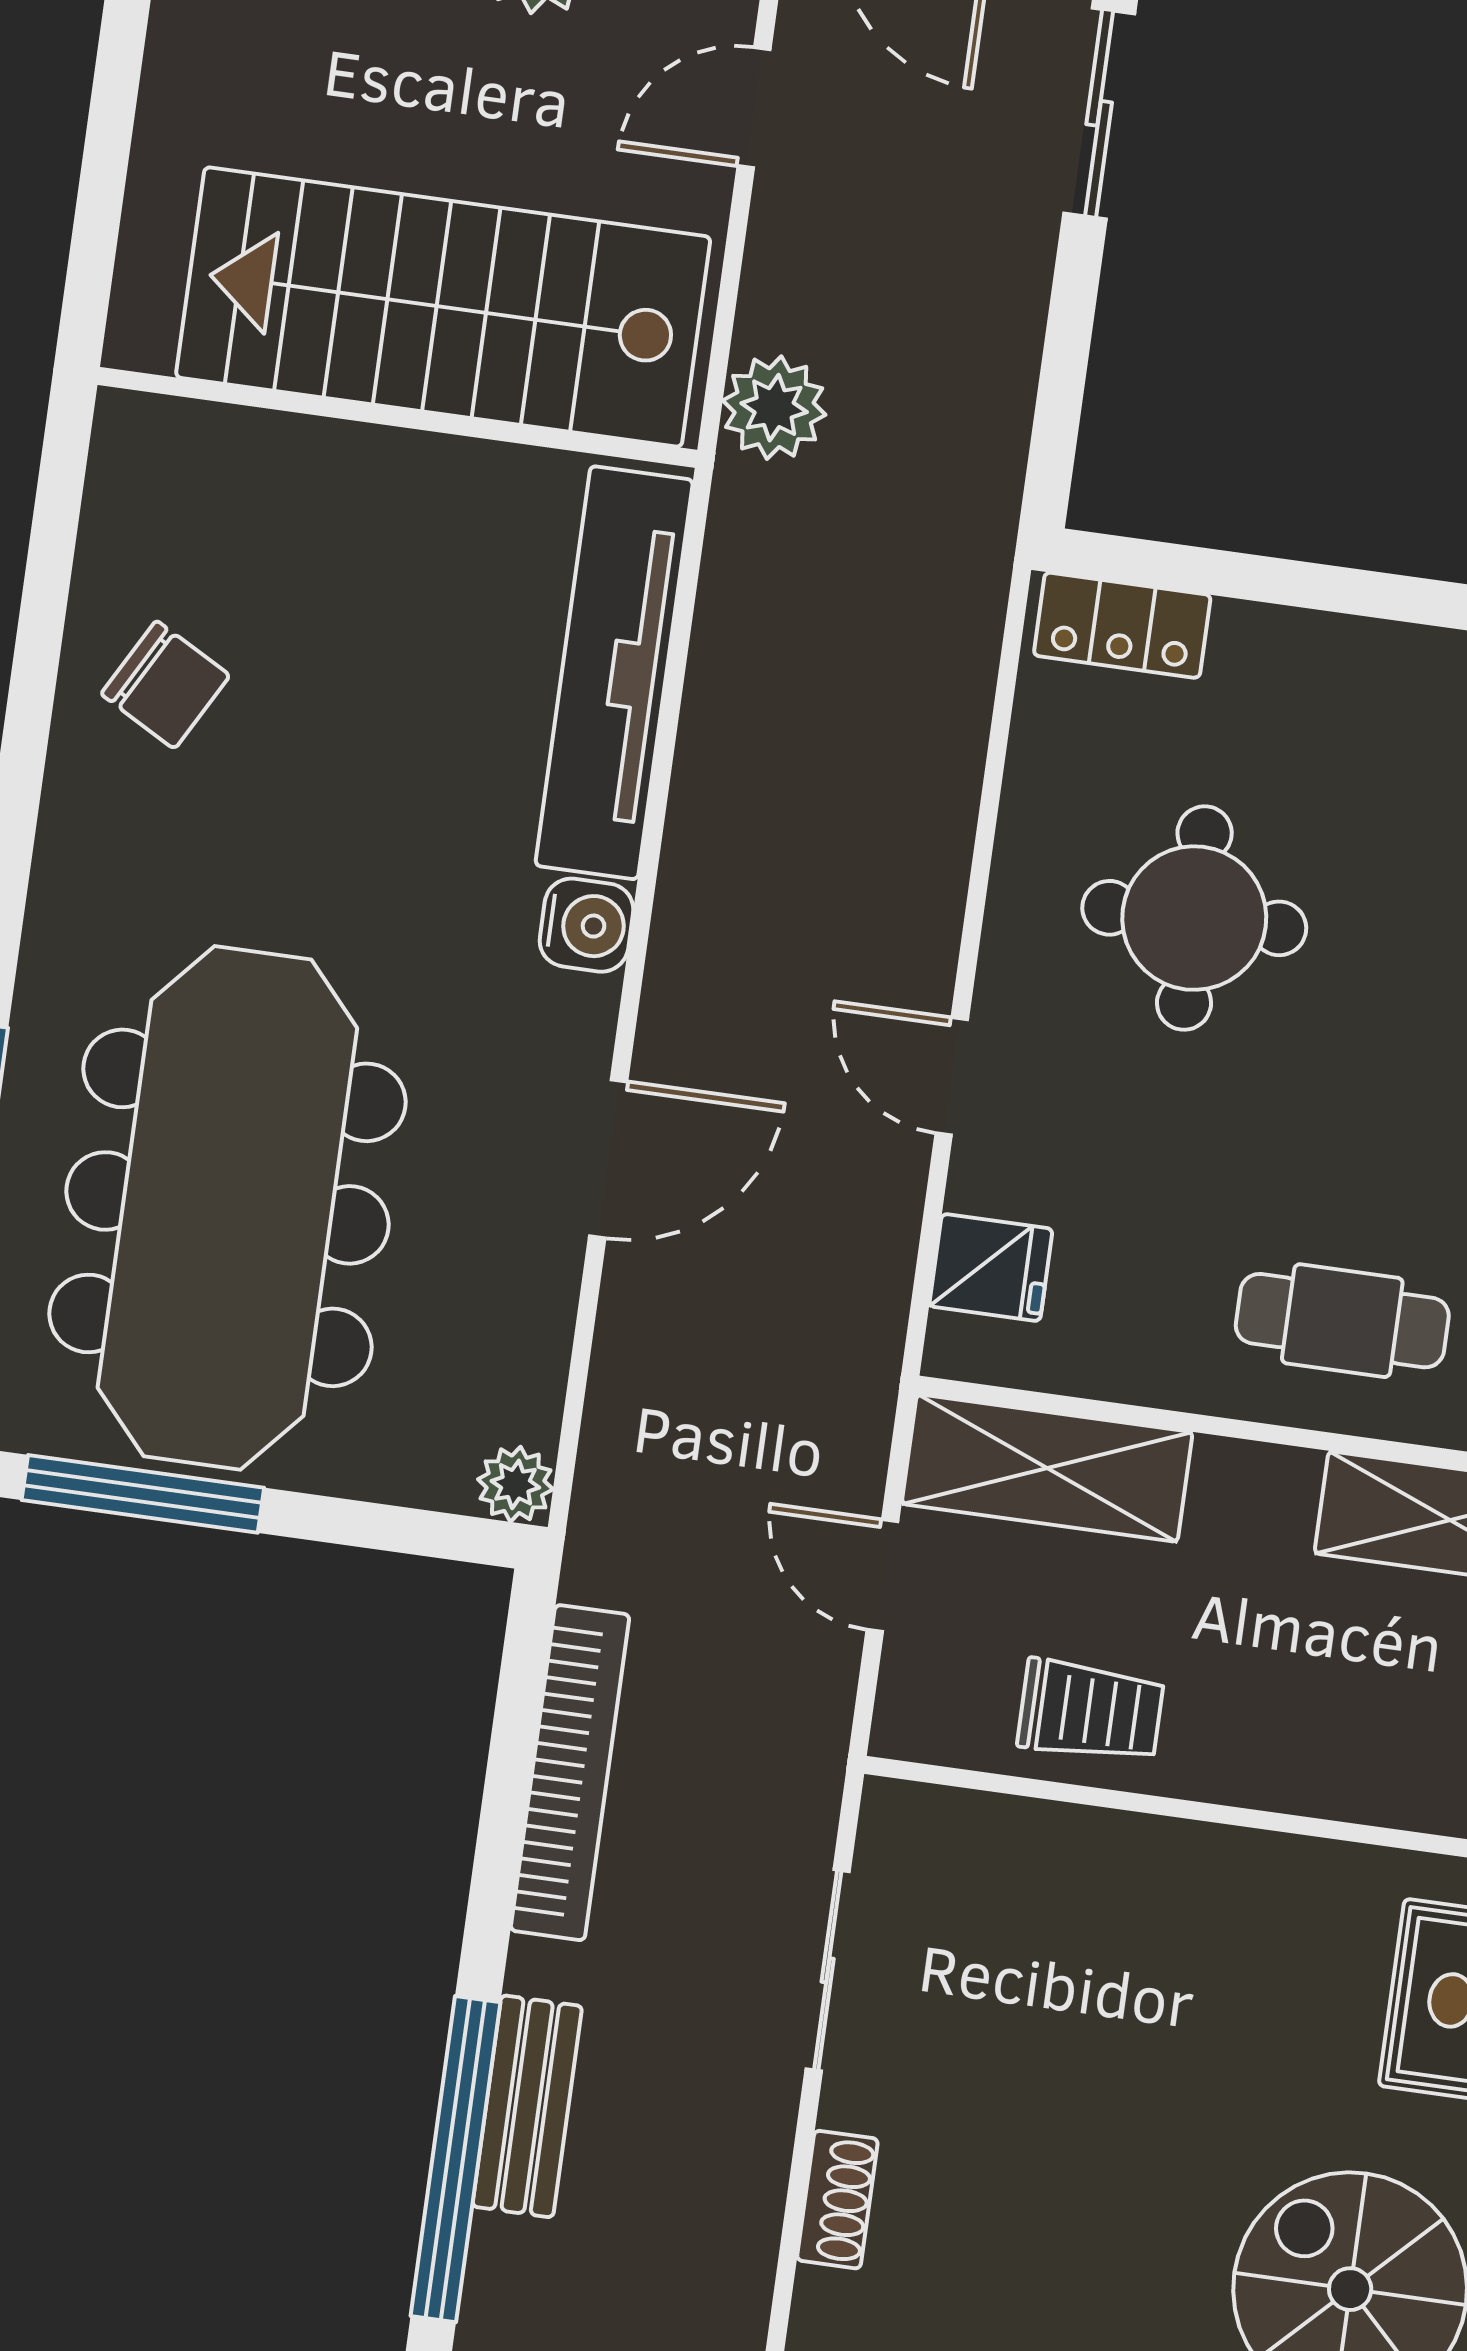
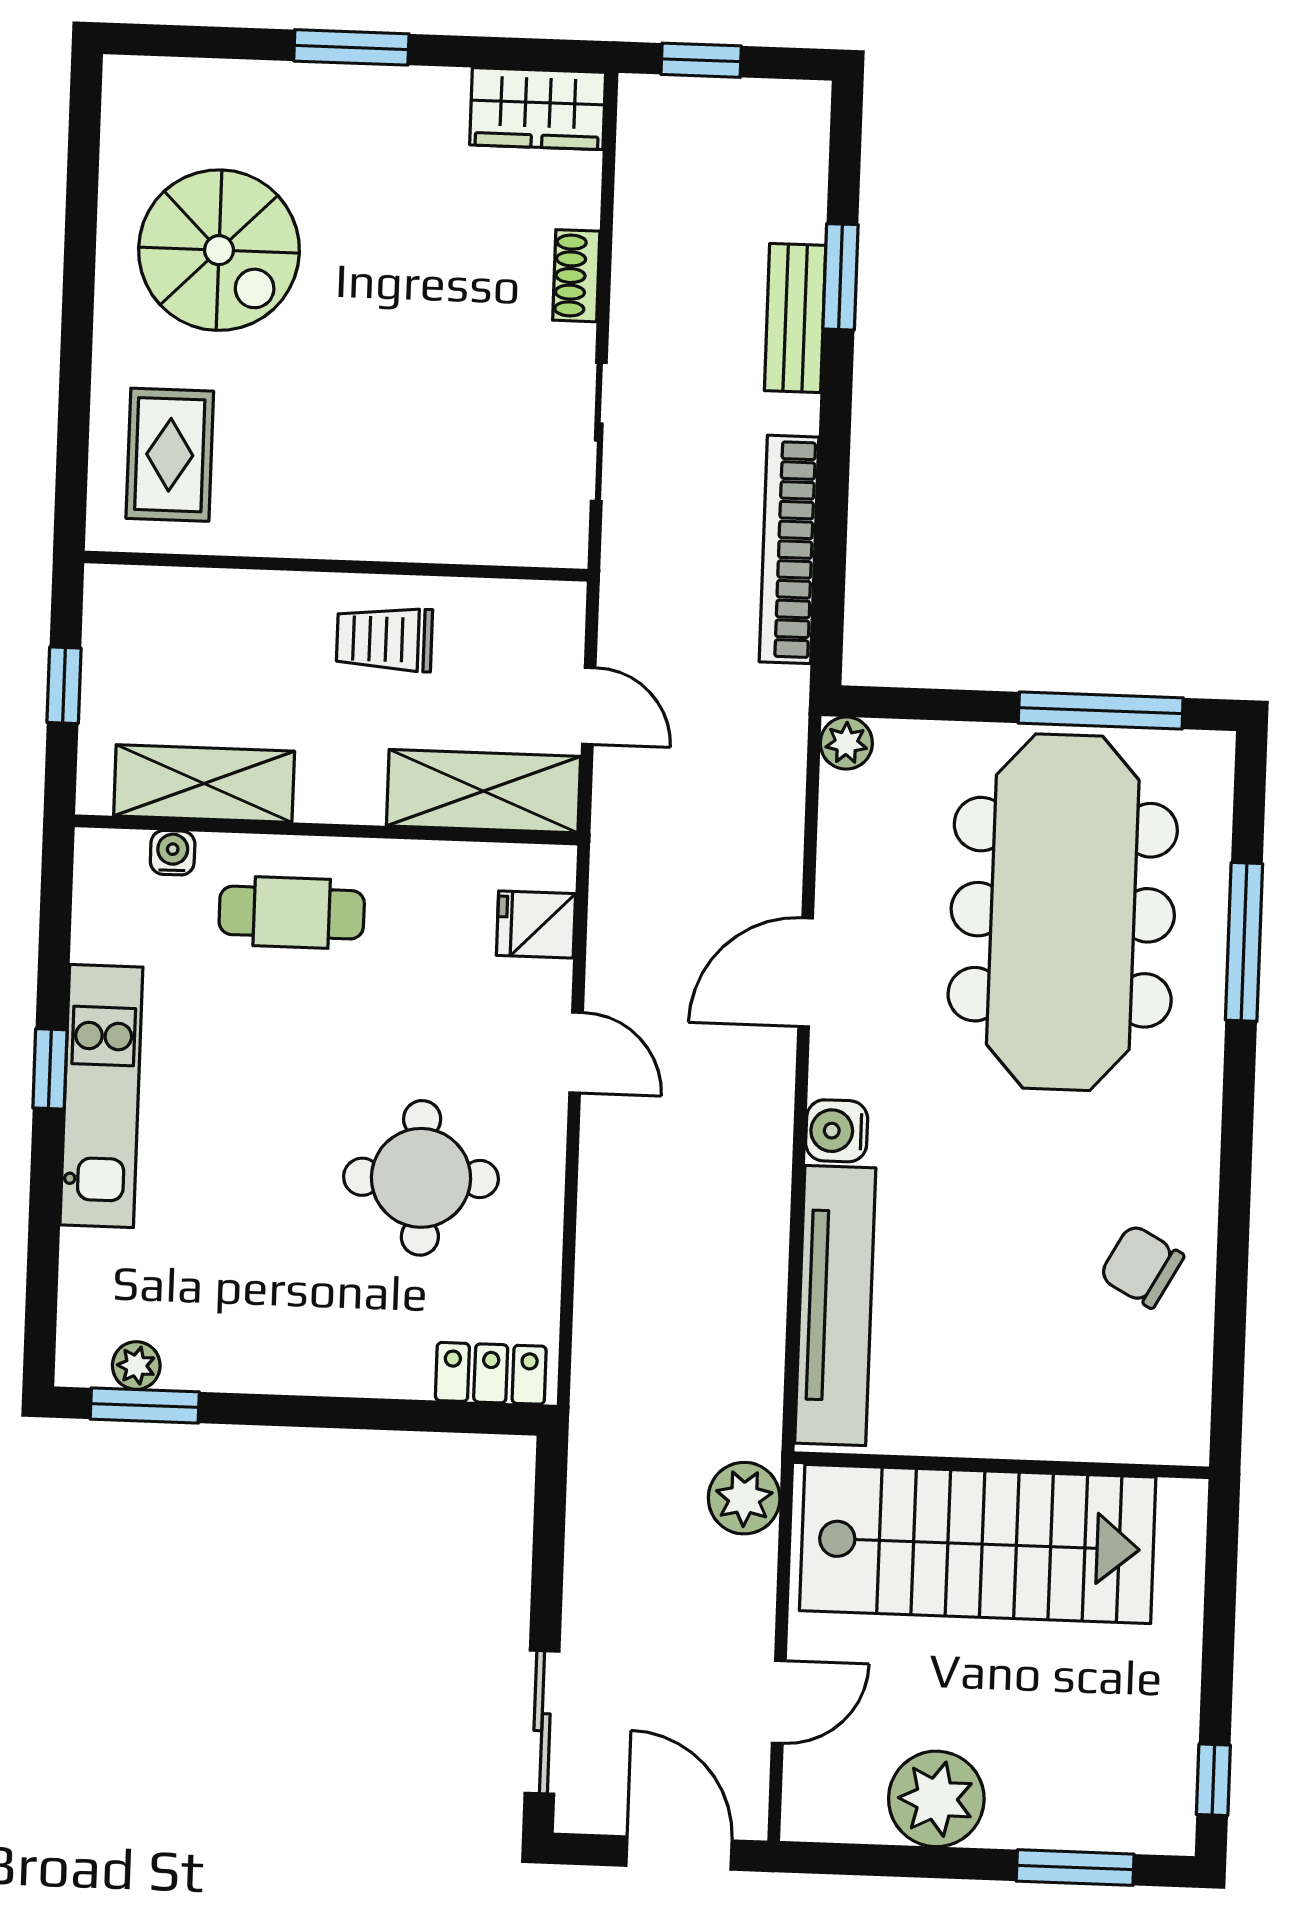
trolley: (1091, 1711) -> (384, 639), moved
window: (455, 2159) -> (840, 277), width x0.47

